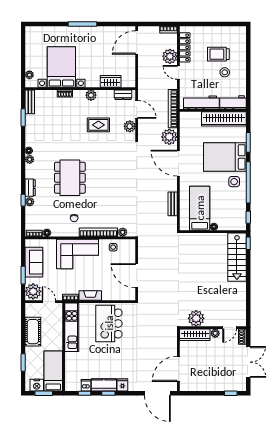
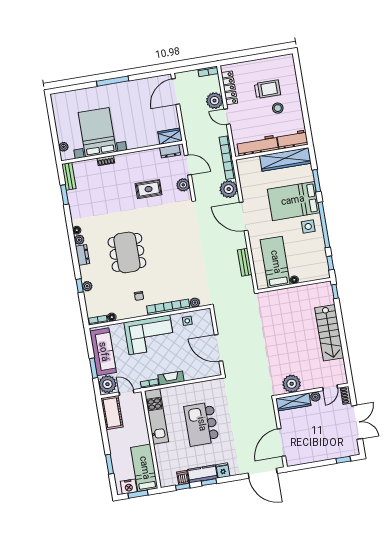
trolley: (218, 54) -> (267, 89), turned 180
wardrobe: (111, 81) -> (170, 136), moved
plant: (91, 95) -> (135, 158), removed
dresser: (30, 188) -> (82, 255), moved
stairs: (237, 257) -> (329, 333), moved
sofa: (34, 262) -> (103, 352), width x1.36
kitchen island: (109, 323) -> (201, 424), moved
cot: (33, 332) -> (112, 413), moved

